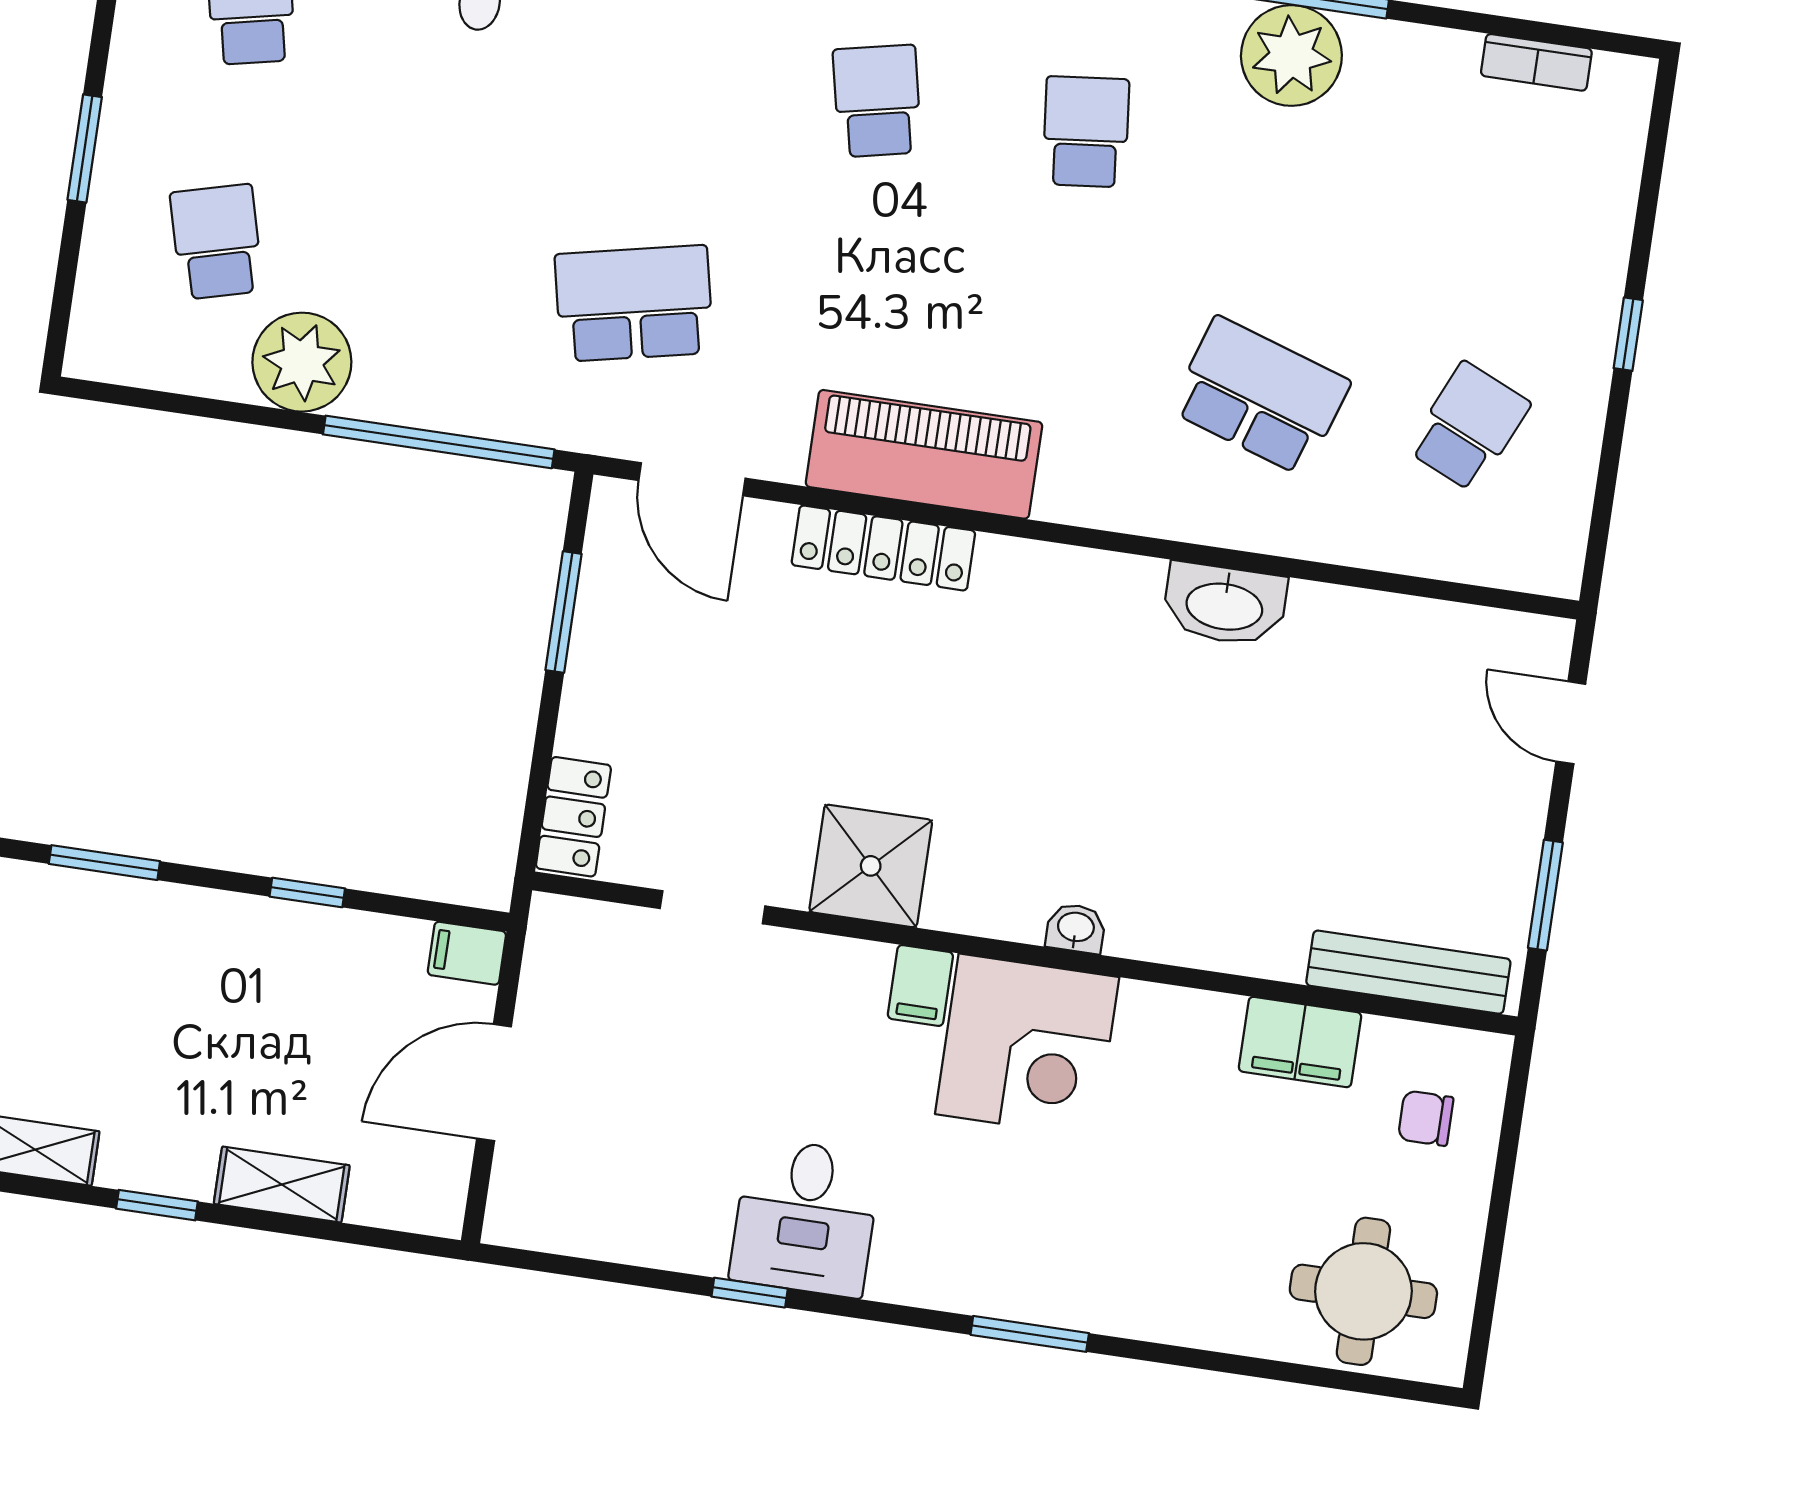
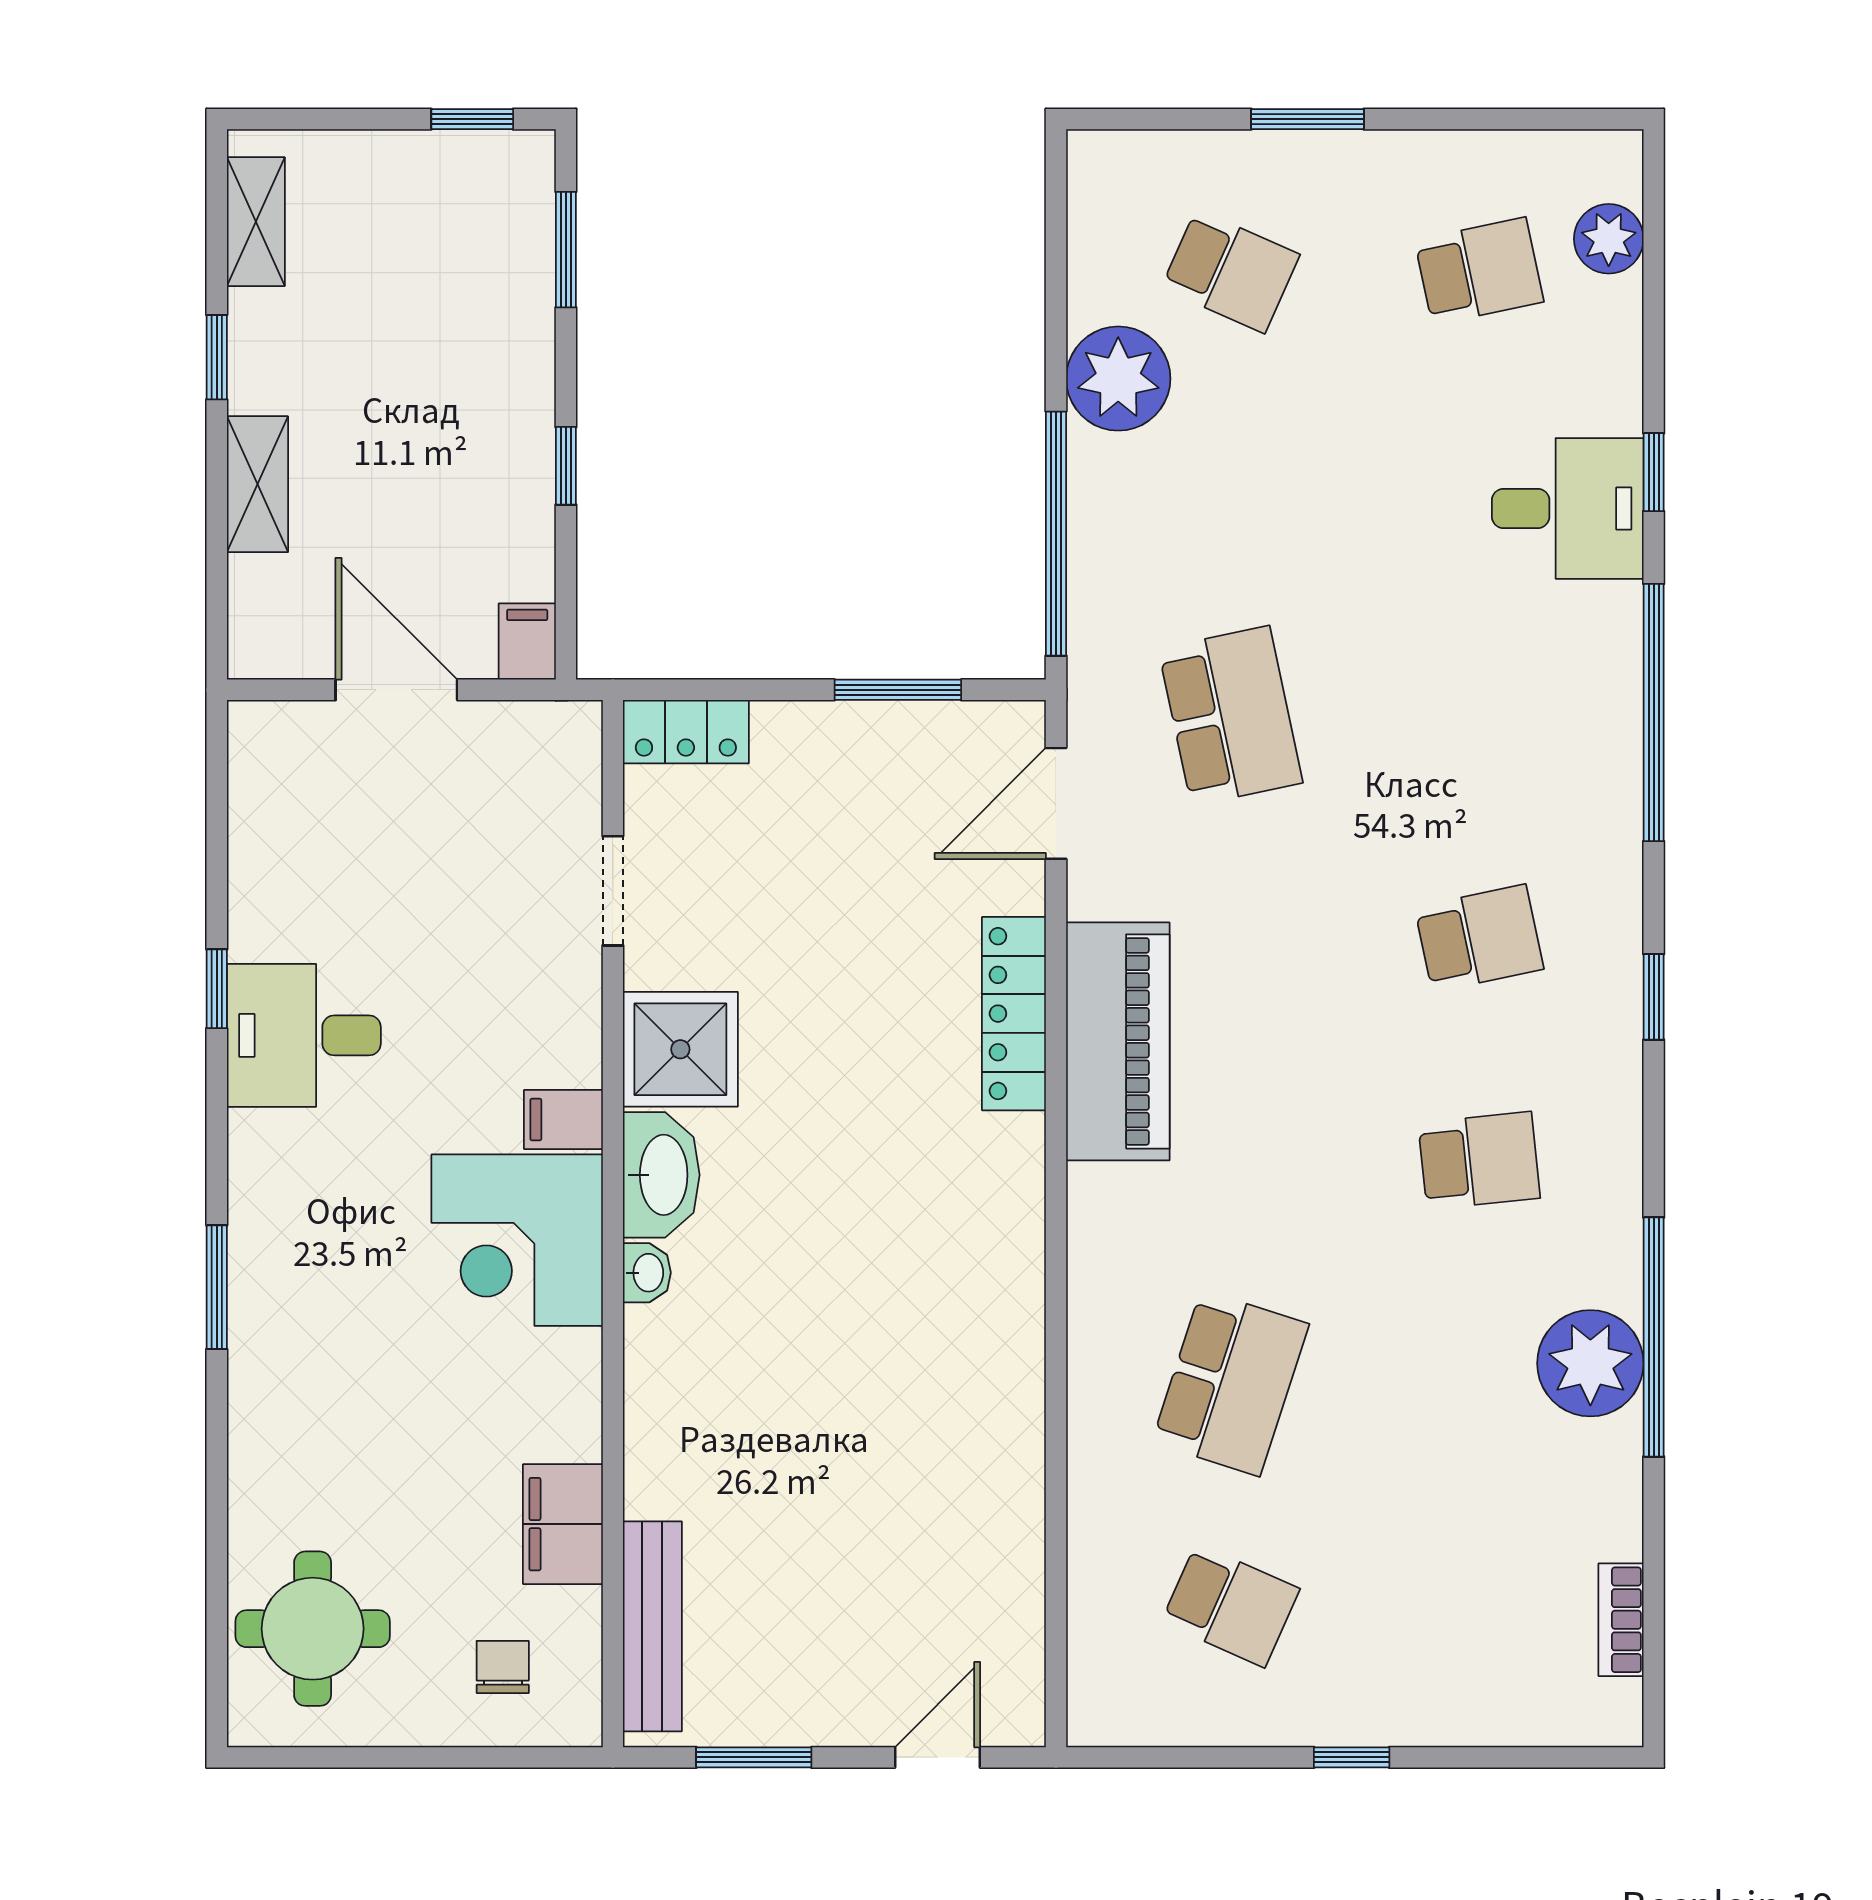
school desk: (217, 242) -> (1230, 271), turned 39
washbasin: (1225, 604) -> (661, 1175), moved, turned 180

